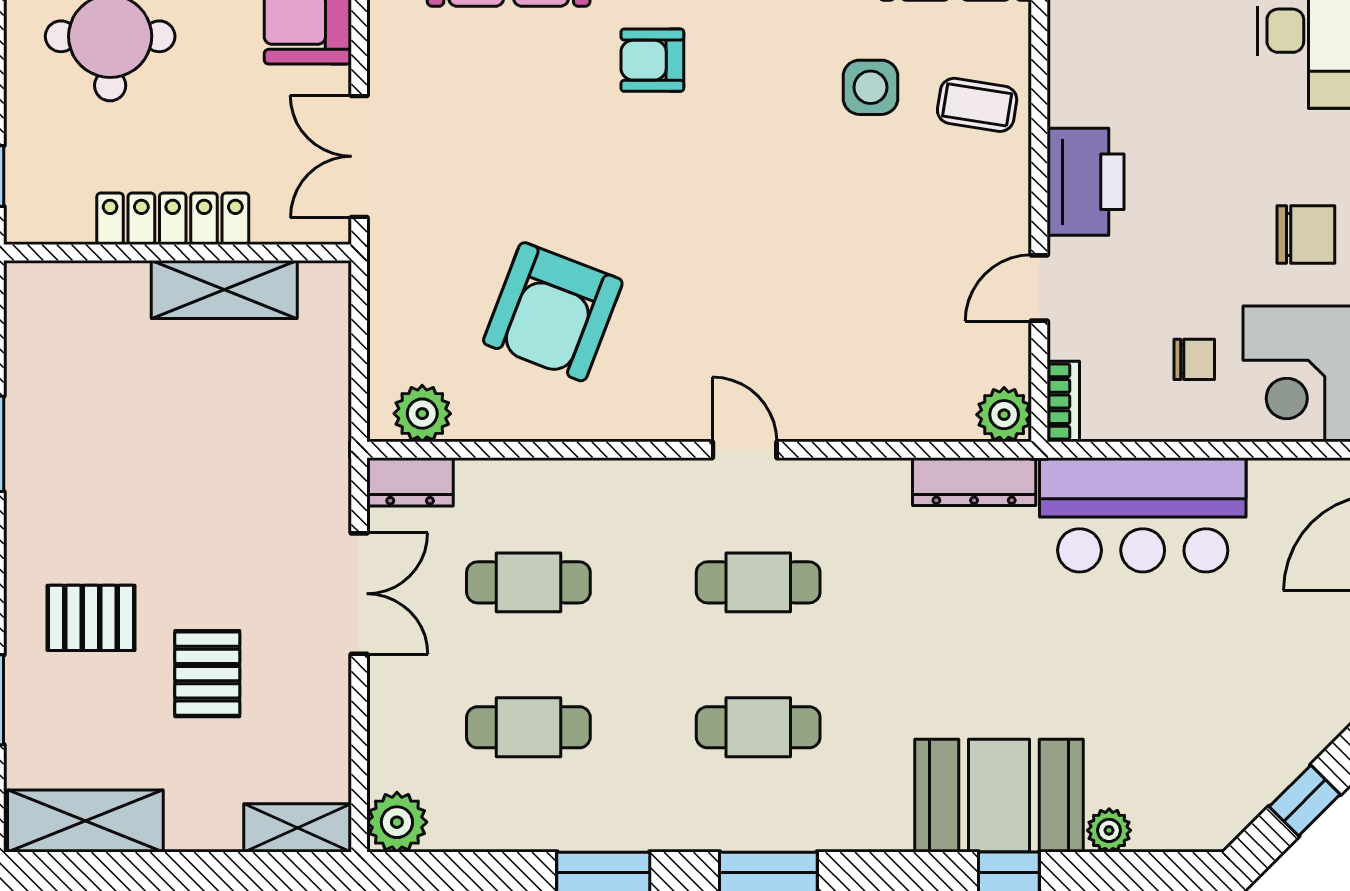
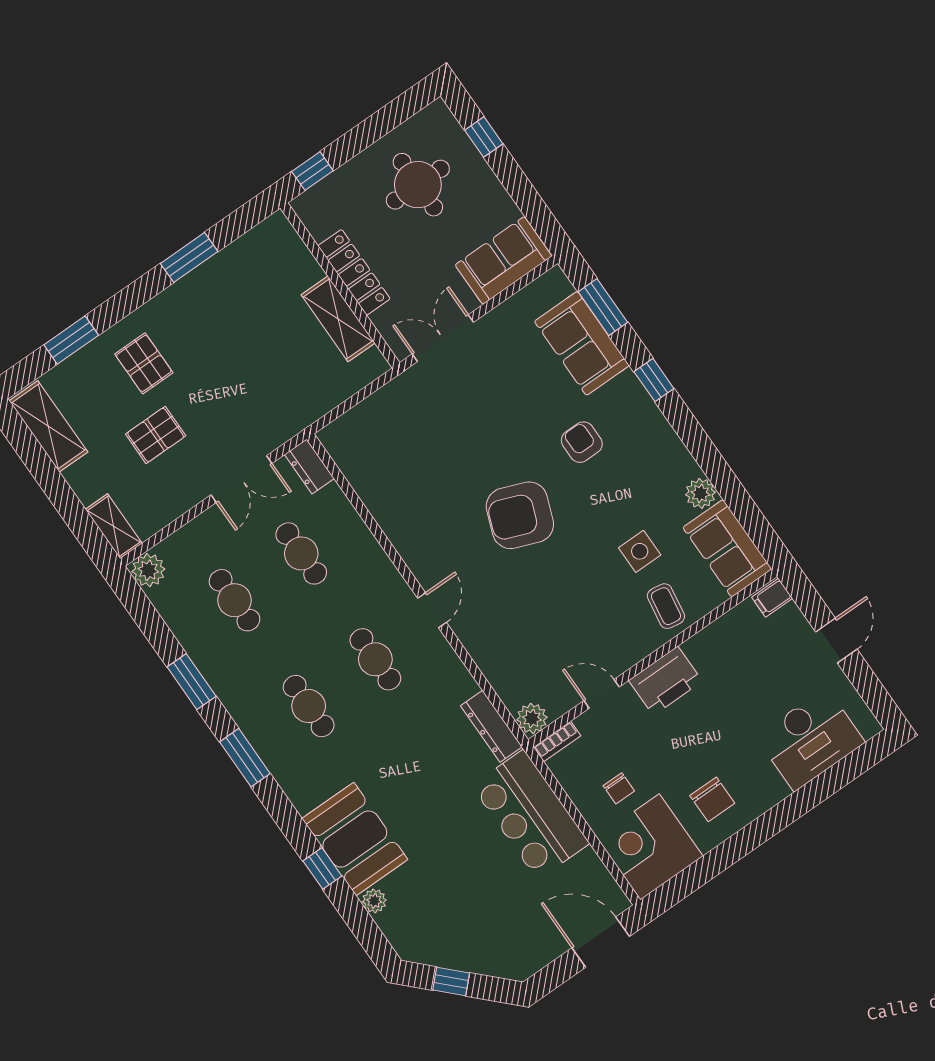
armchair: (553, 312) -> (520, 515), moved
plant: (422, 414) -> (345, 450), removed

